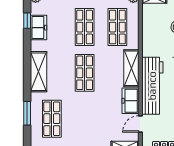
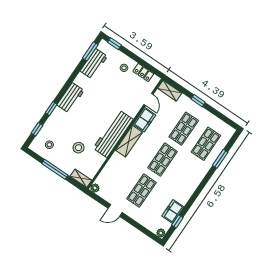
shop shelf: (117, 27) -> (184, 129), moved
shelving: (39, 72) -> (193, 182), removed
workbench: (152, 86) -> (113, 134), moved
door: (140, 124) -> (148, 99), hinge flipped

